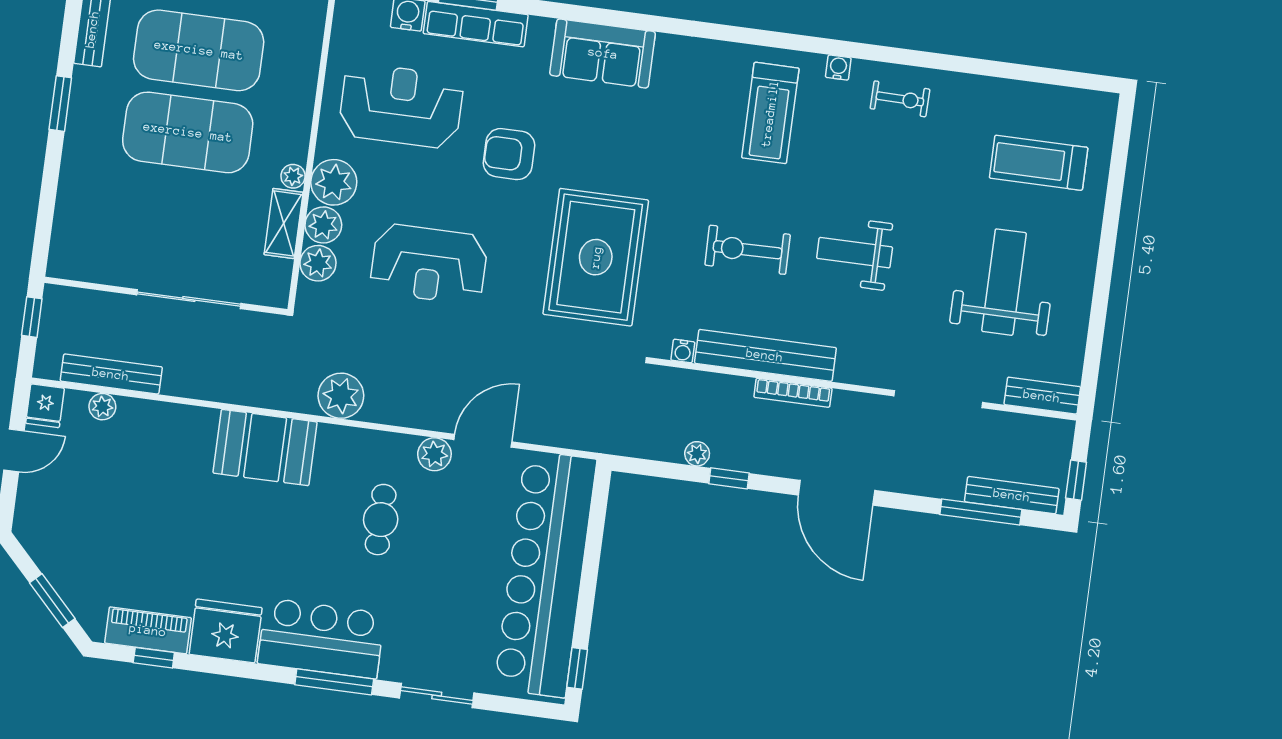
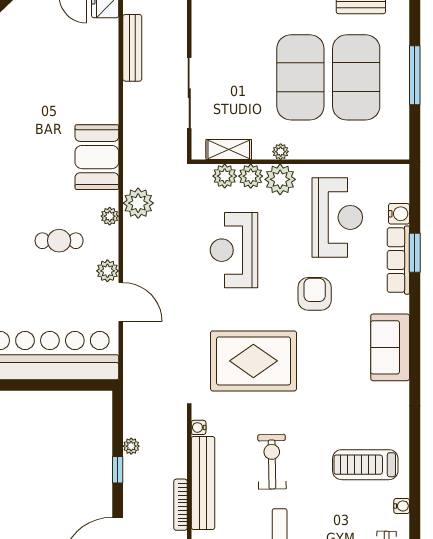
shelving: (284, 223) -> (229, 149), moved
plant: (102, 407) -> (110, 216), moved

